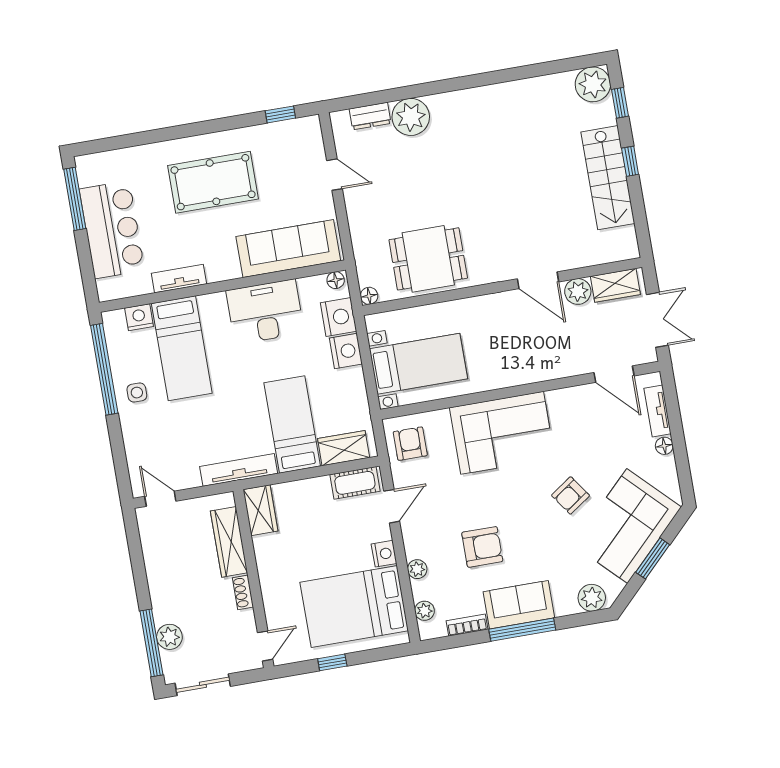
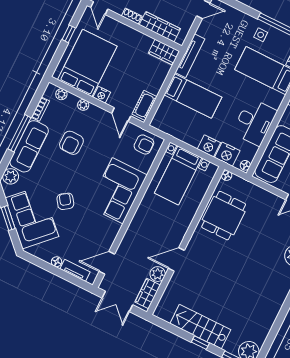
wardrobe: (344, 448) -> (165, 112), removed
sofa: (519, 605) -> (29, 146), width x1.36

